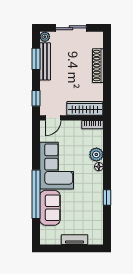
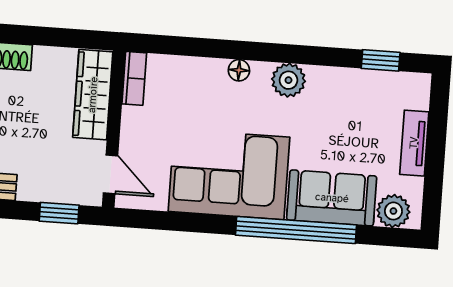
plant: (96, 154) -> (288, 80), moved
window: (107, 198) -> (381, 60), moved
plant: (46, 233) -> (393, 211), added

